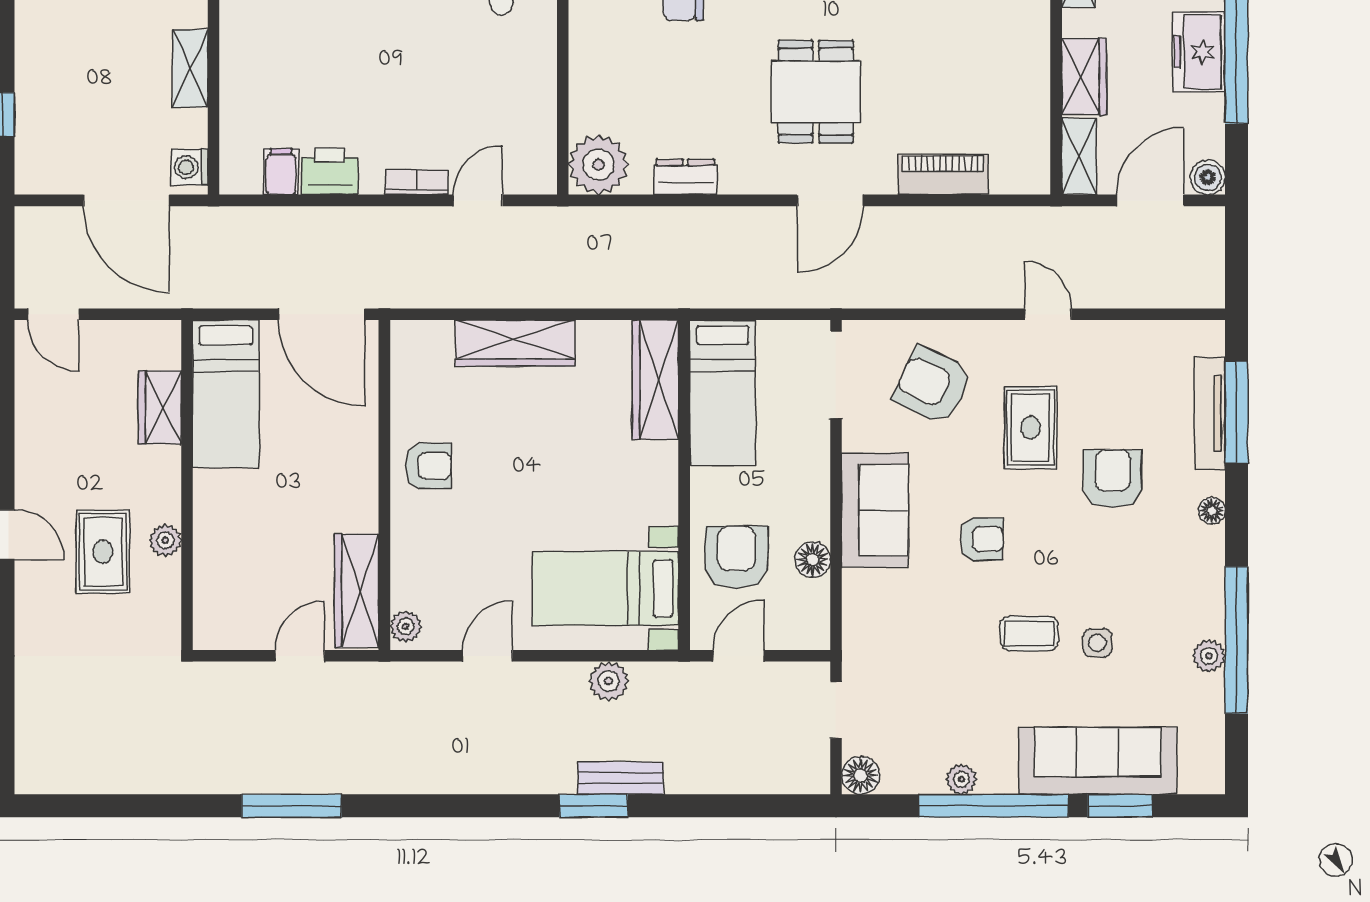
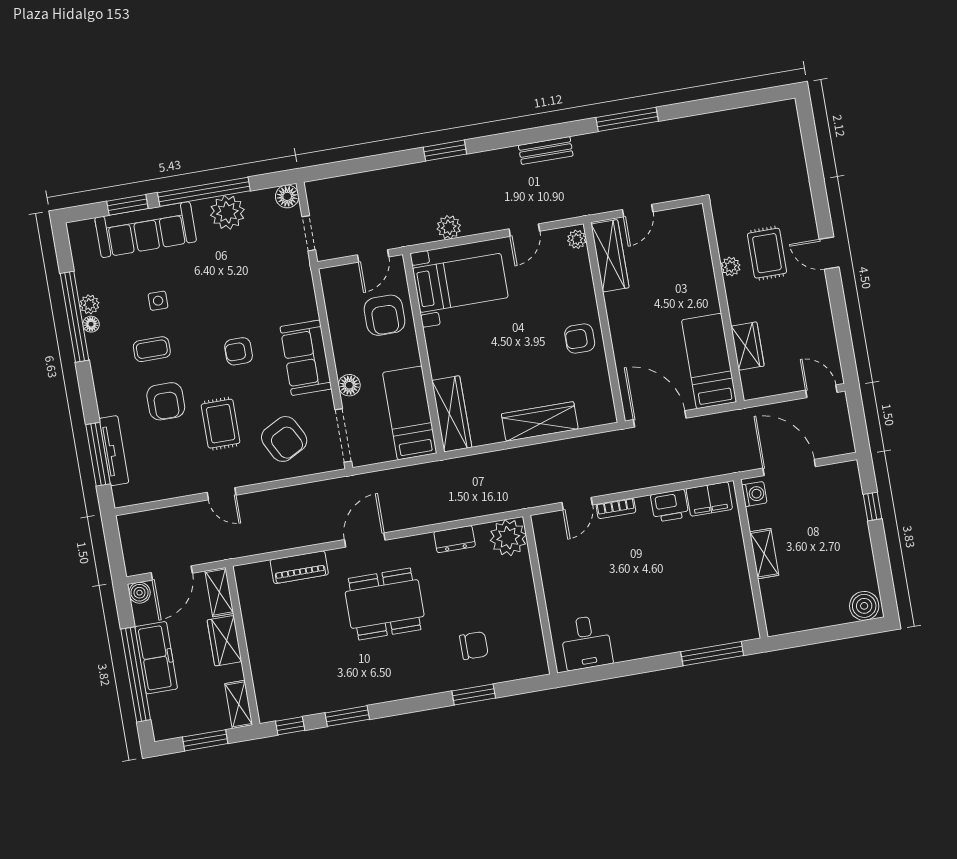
freezer: (1199, 52) -> (156, 658), width x1.40
dining table: (816, 92) -> (385, 604), width x1.38
filing cabinet: (281, 172) -> (709, 499), width x2.00
armchair: (932, 385) -> (284, 439), turned 36
floor lamp: (1212, 511) -> (91, 324), moved
floor lamp: (813, 560) -> (349, 385), moved
coffee table: (1029, 633) -> (152, 349), moved
bench: (621, 778) -> (546, 151), moved
plant: (961, 779) -> (227, 212), width x1.88, depth x1.88

